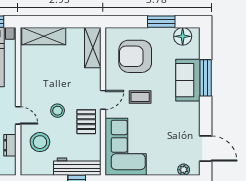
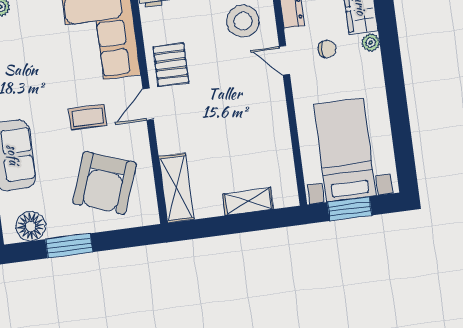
shelving: (44, 36) -> (248, 202), width x0.67, depth x0.75
armchair: (135, 56) -> (104, 183), turned 110
stool: (58, 111) -> (221, 77), removed

